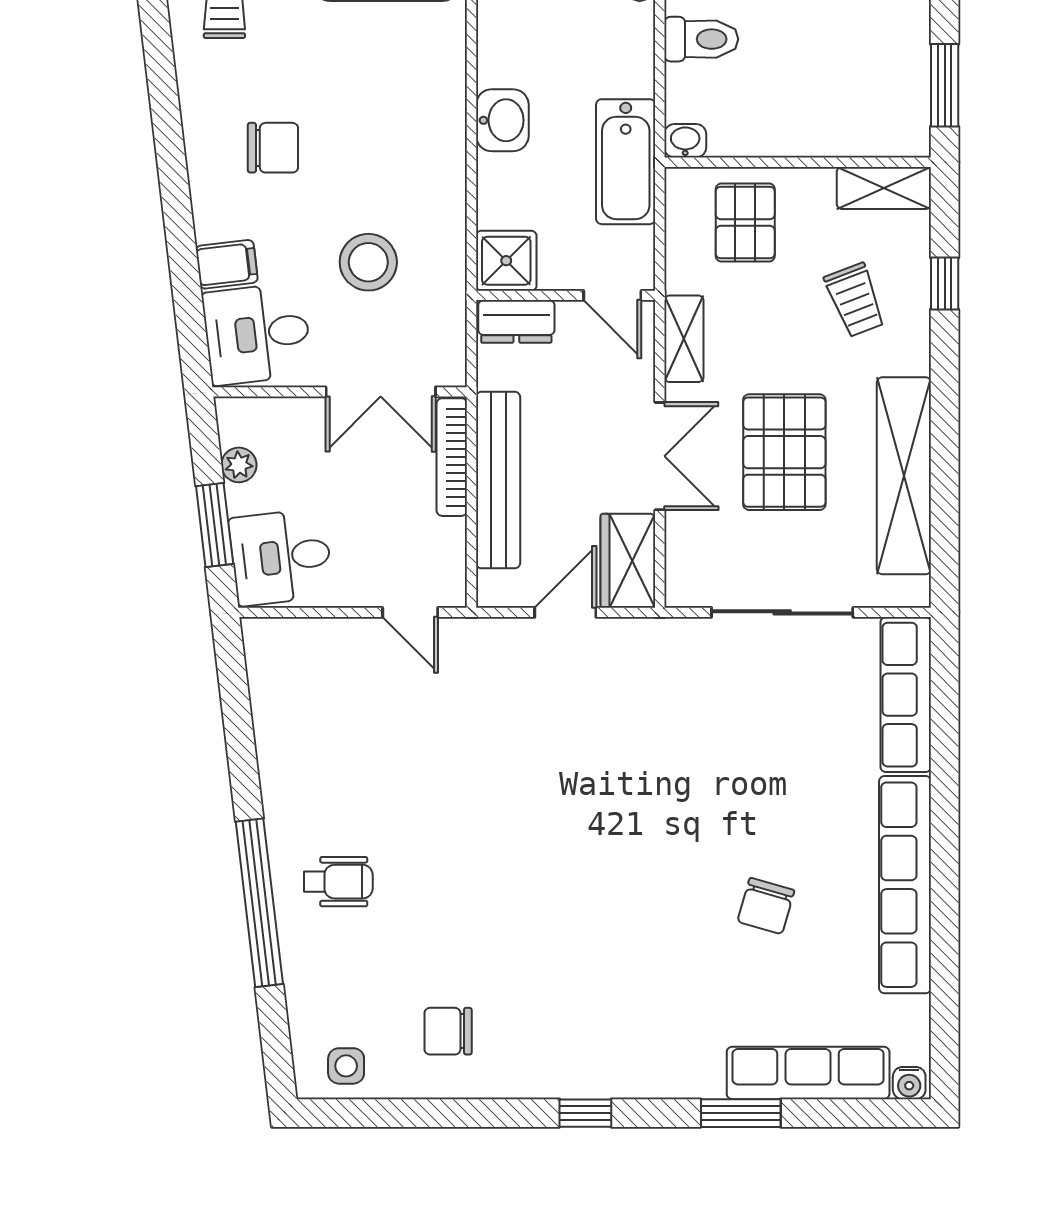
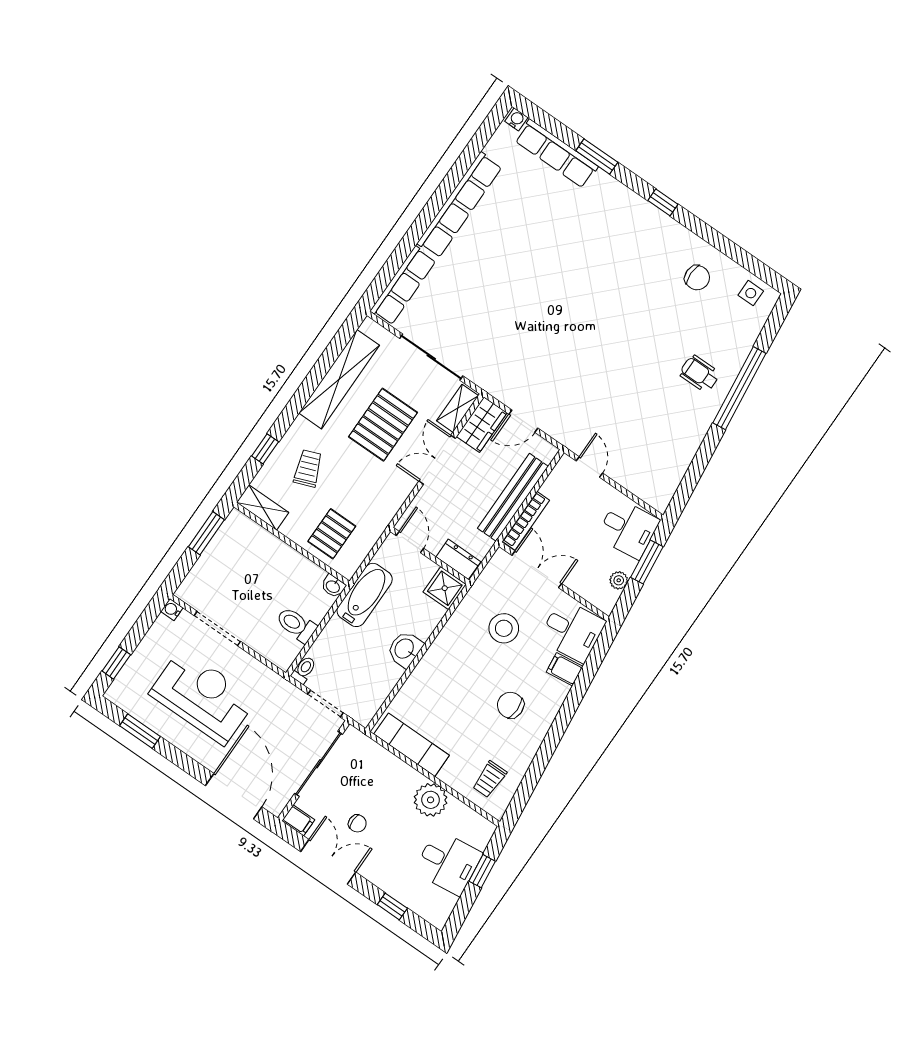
shelving: (684, 339) -> (458, 408), moved
chair: (766, 906) -> (525, 237), removed

